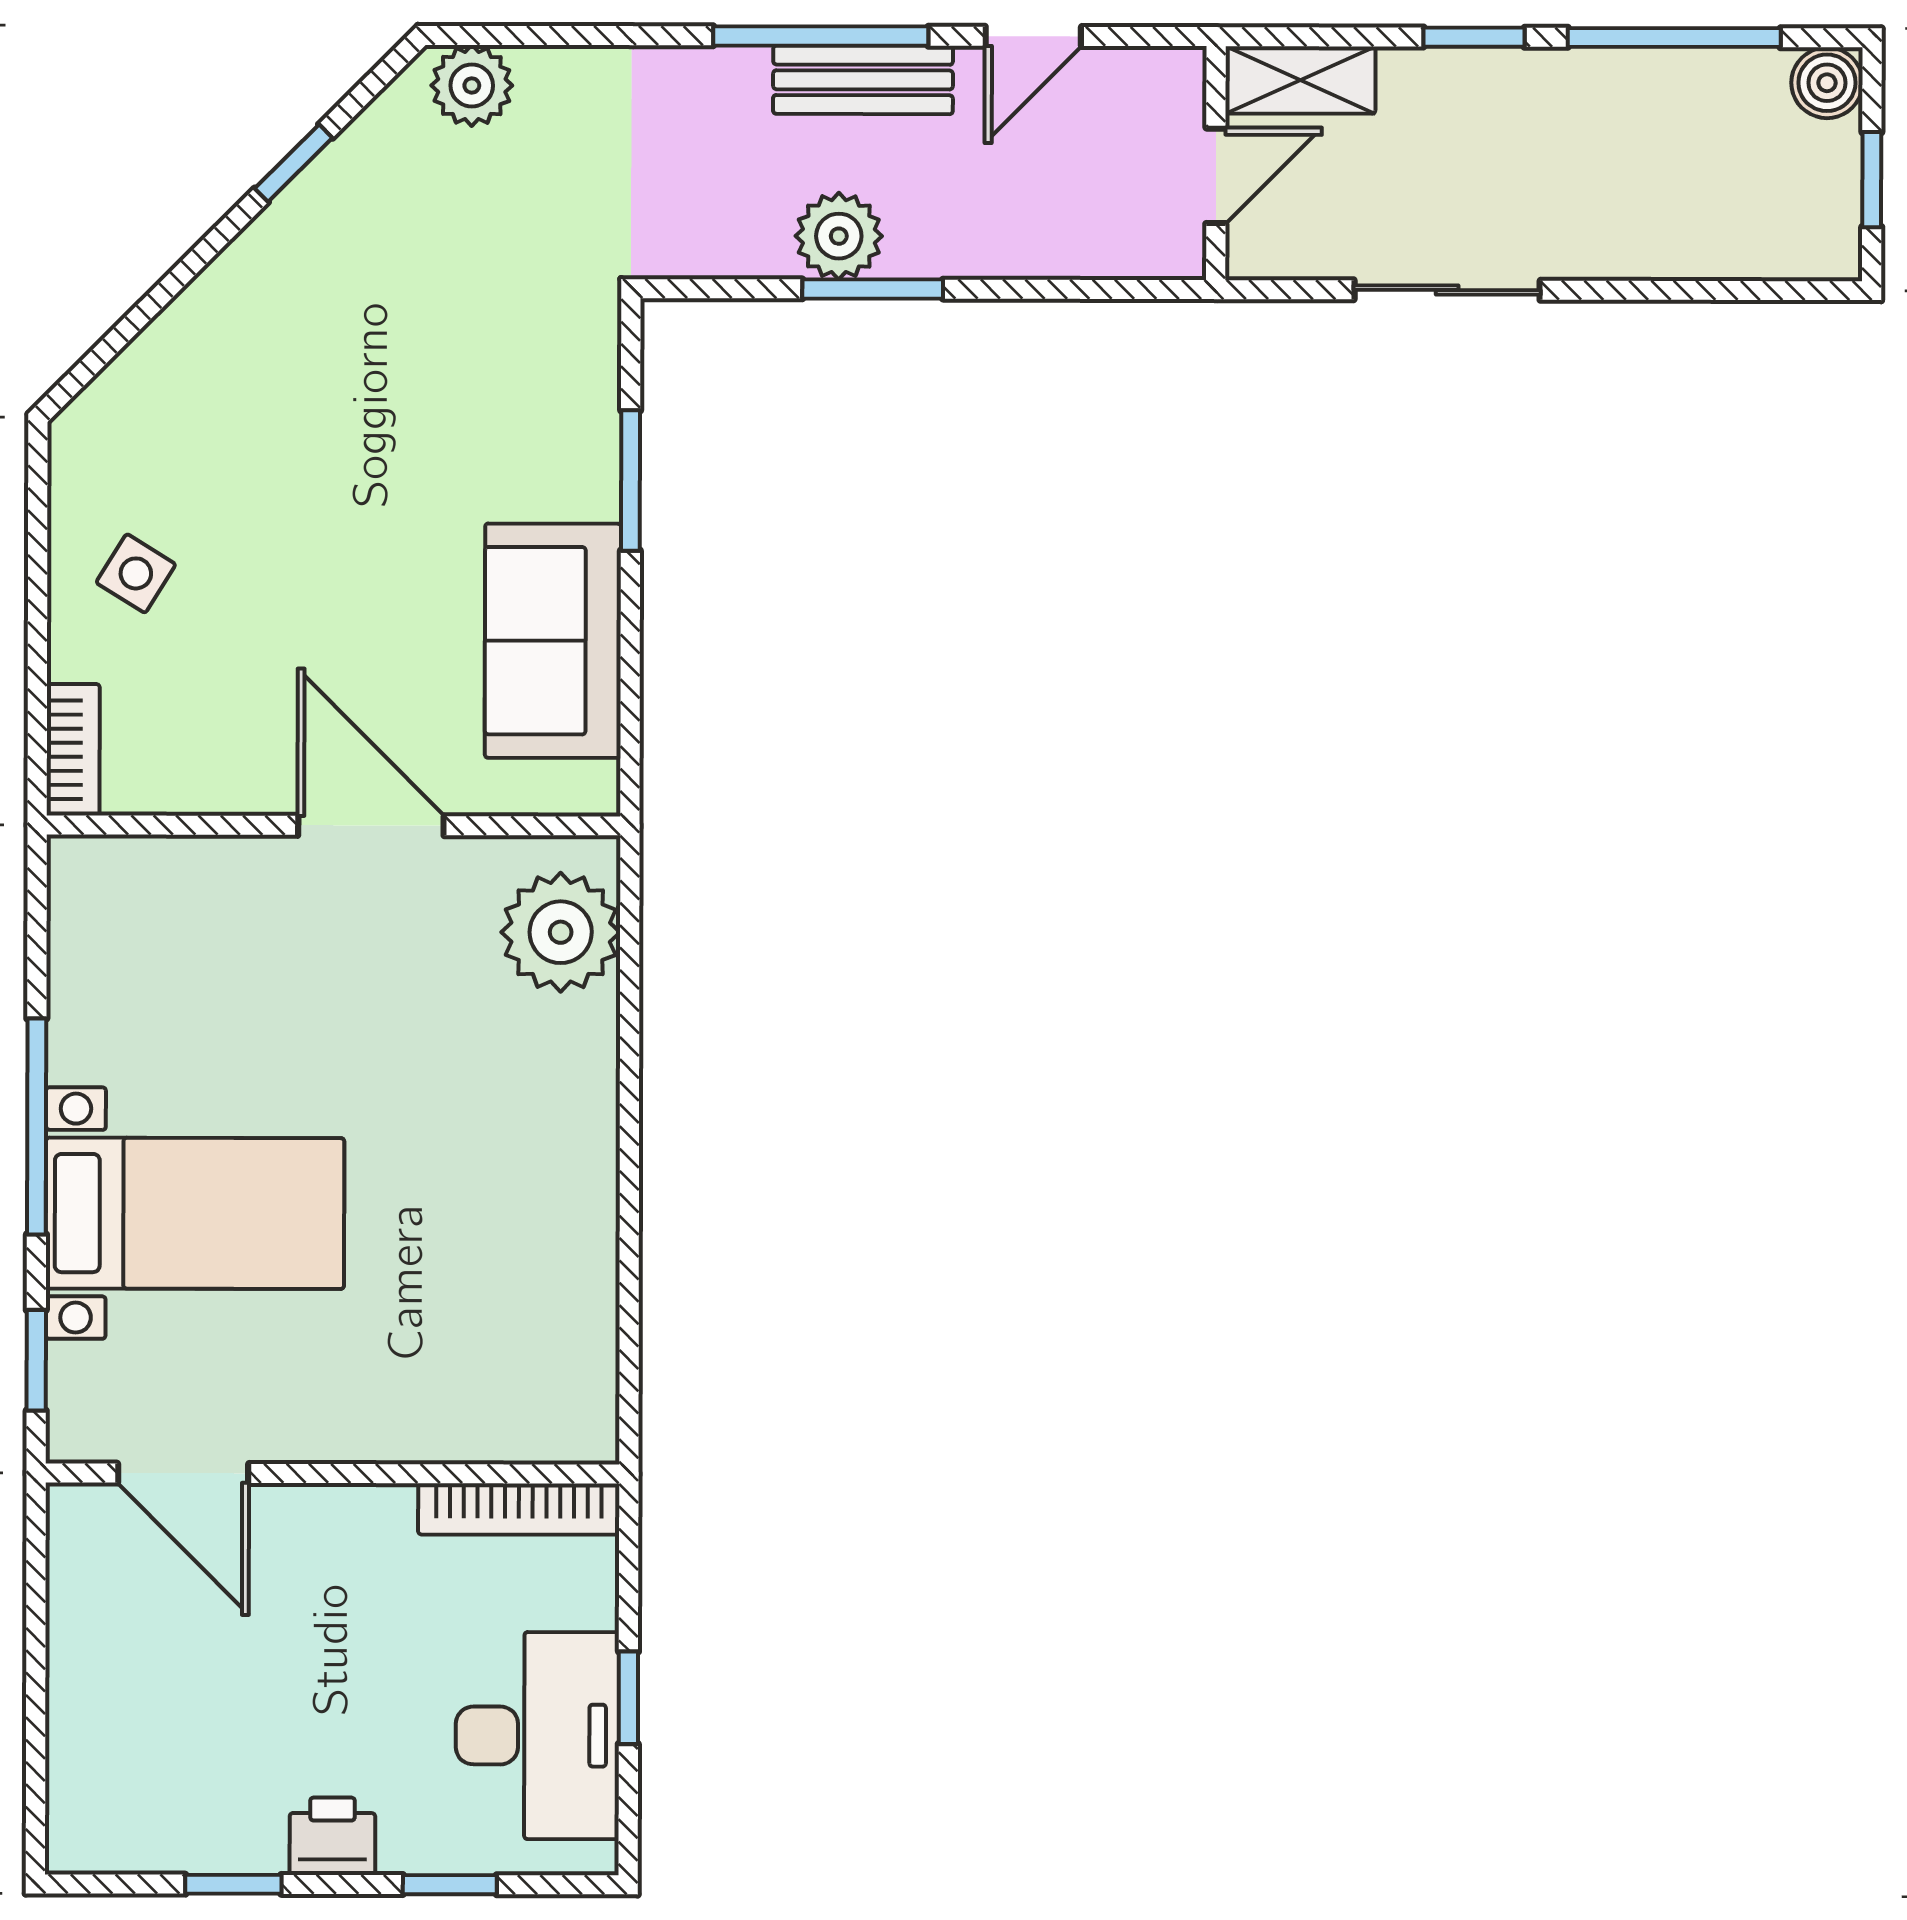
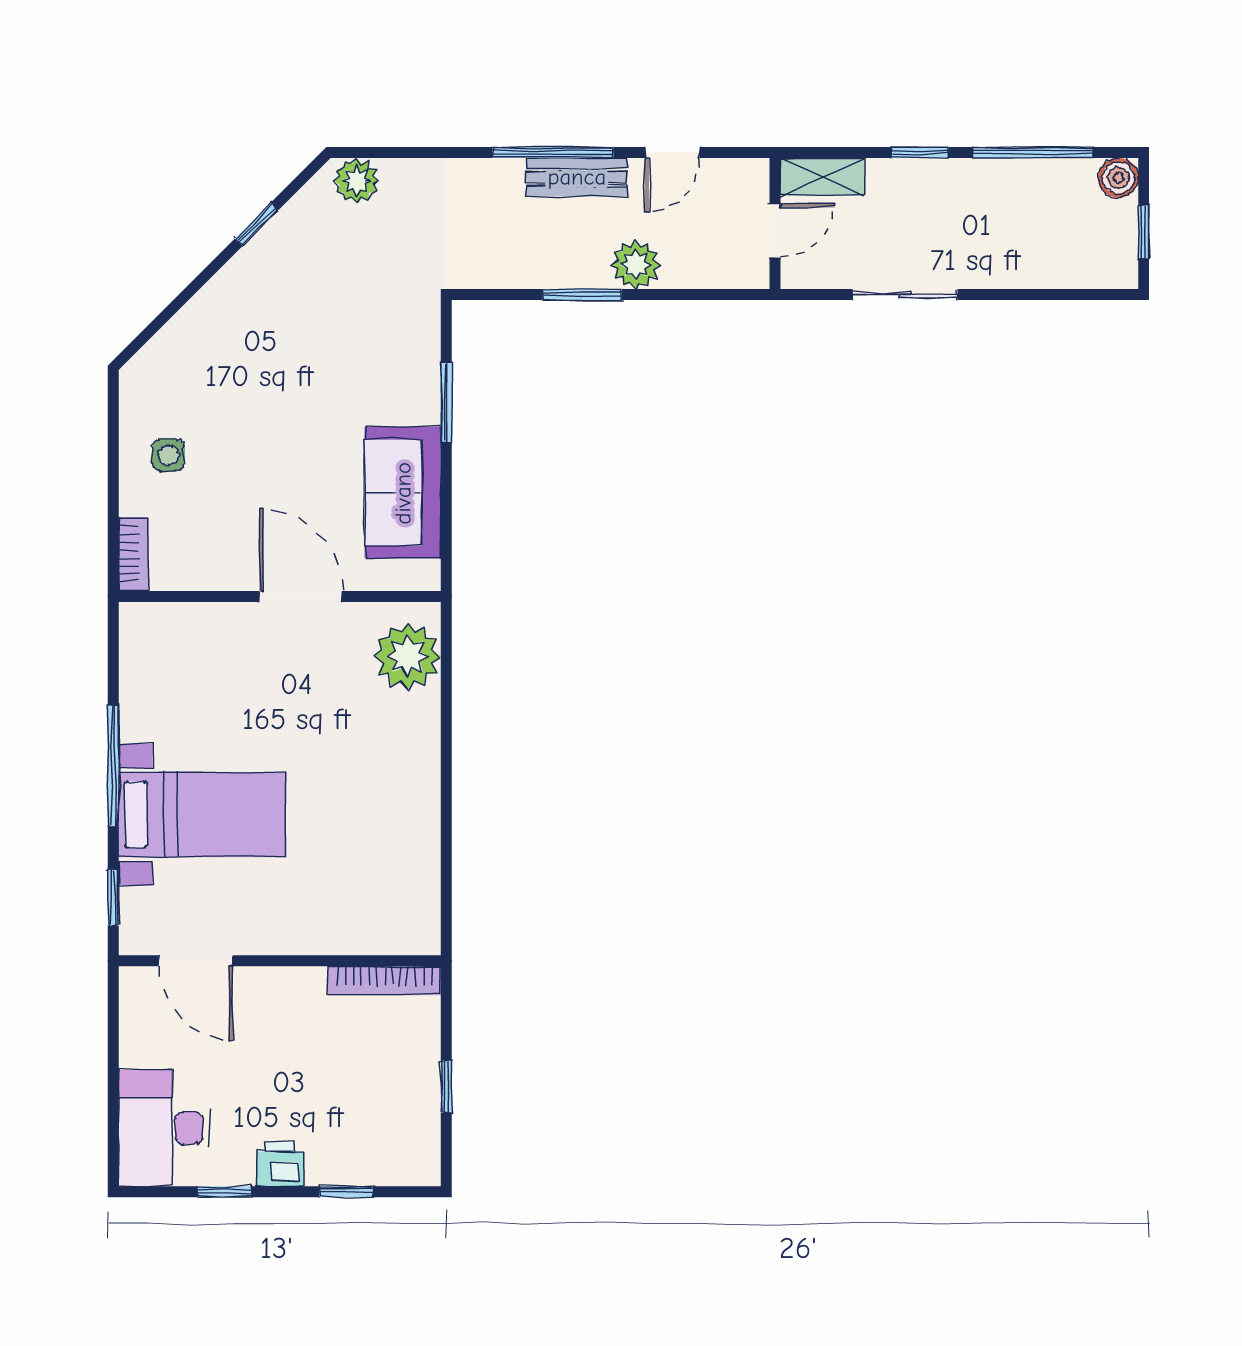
plant: (839, 236) -> (636, 265), moved
side table: (136, 573) -> (168, 455), turned -32
desk: (537, 1736) -> (164, 1128), moved, turned 180

